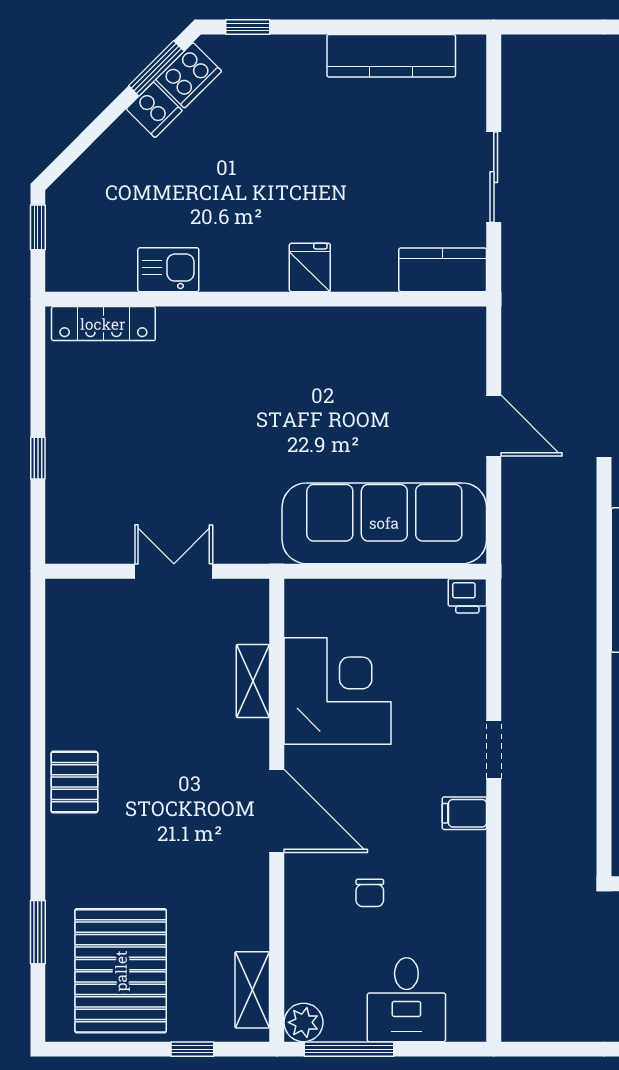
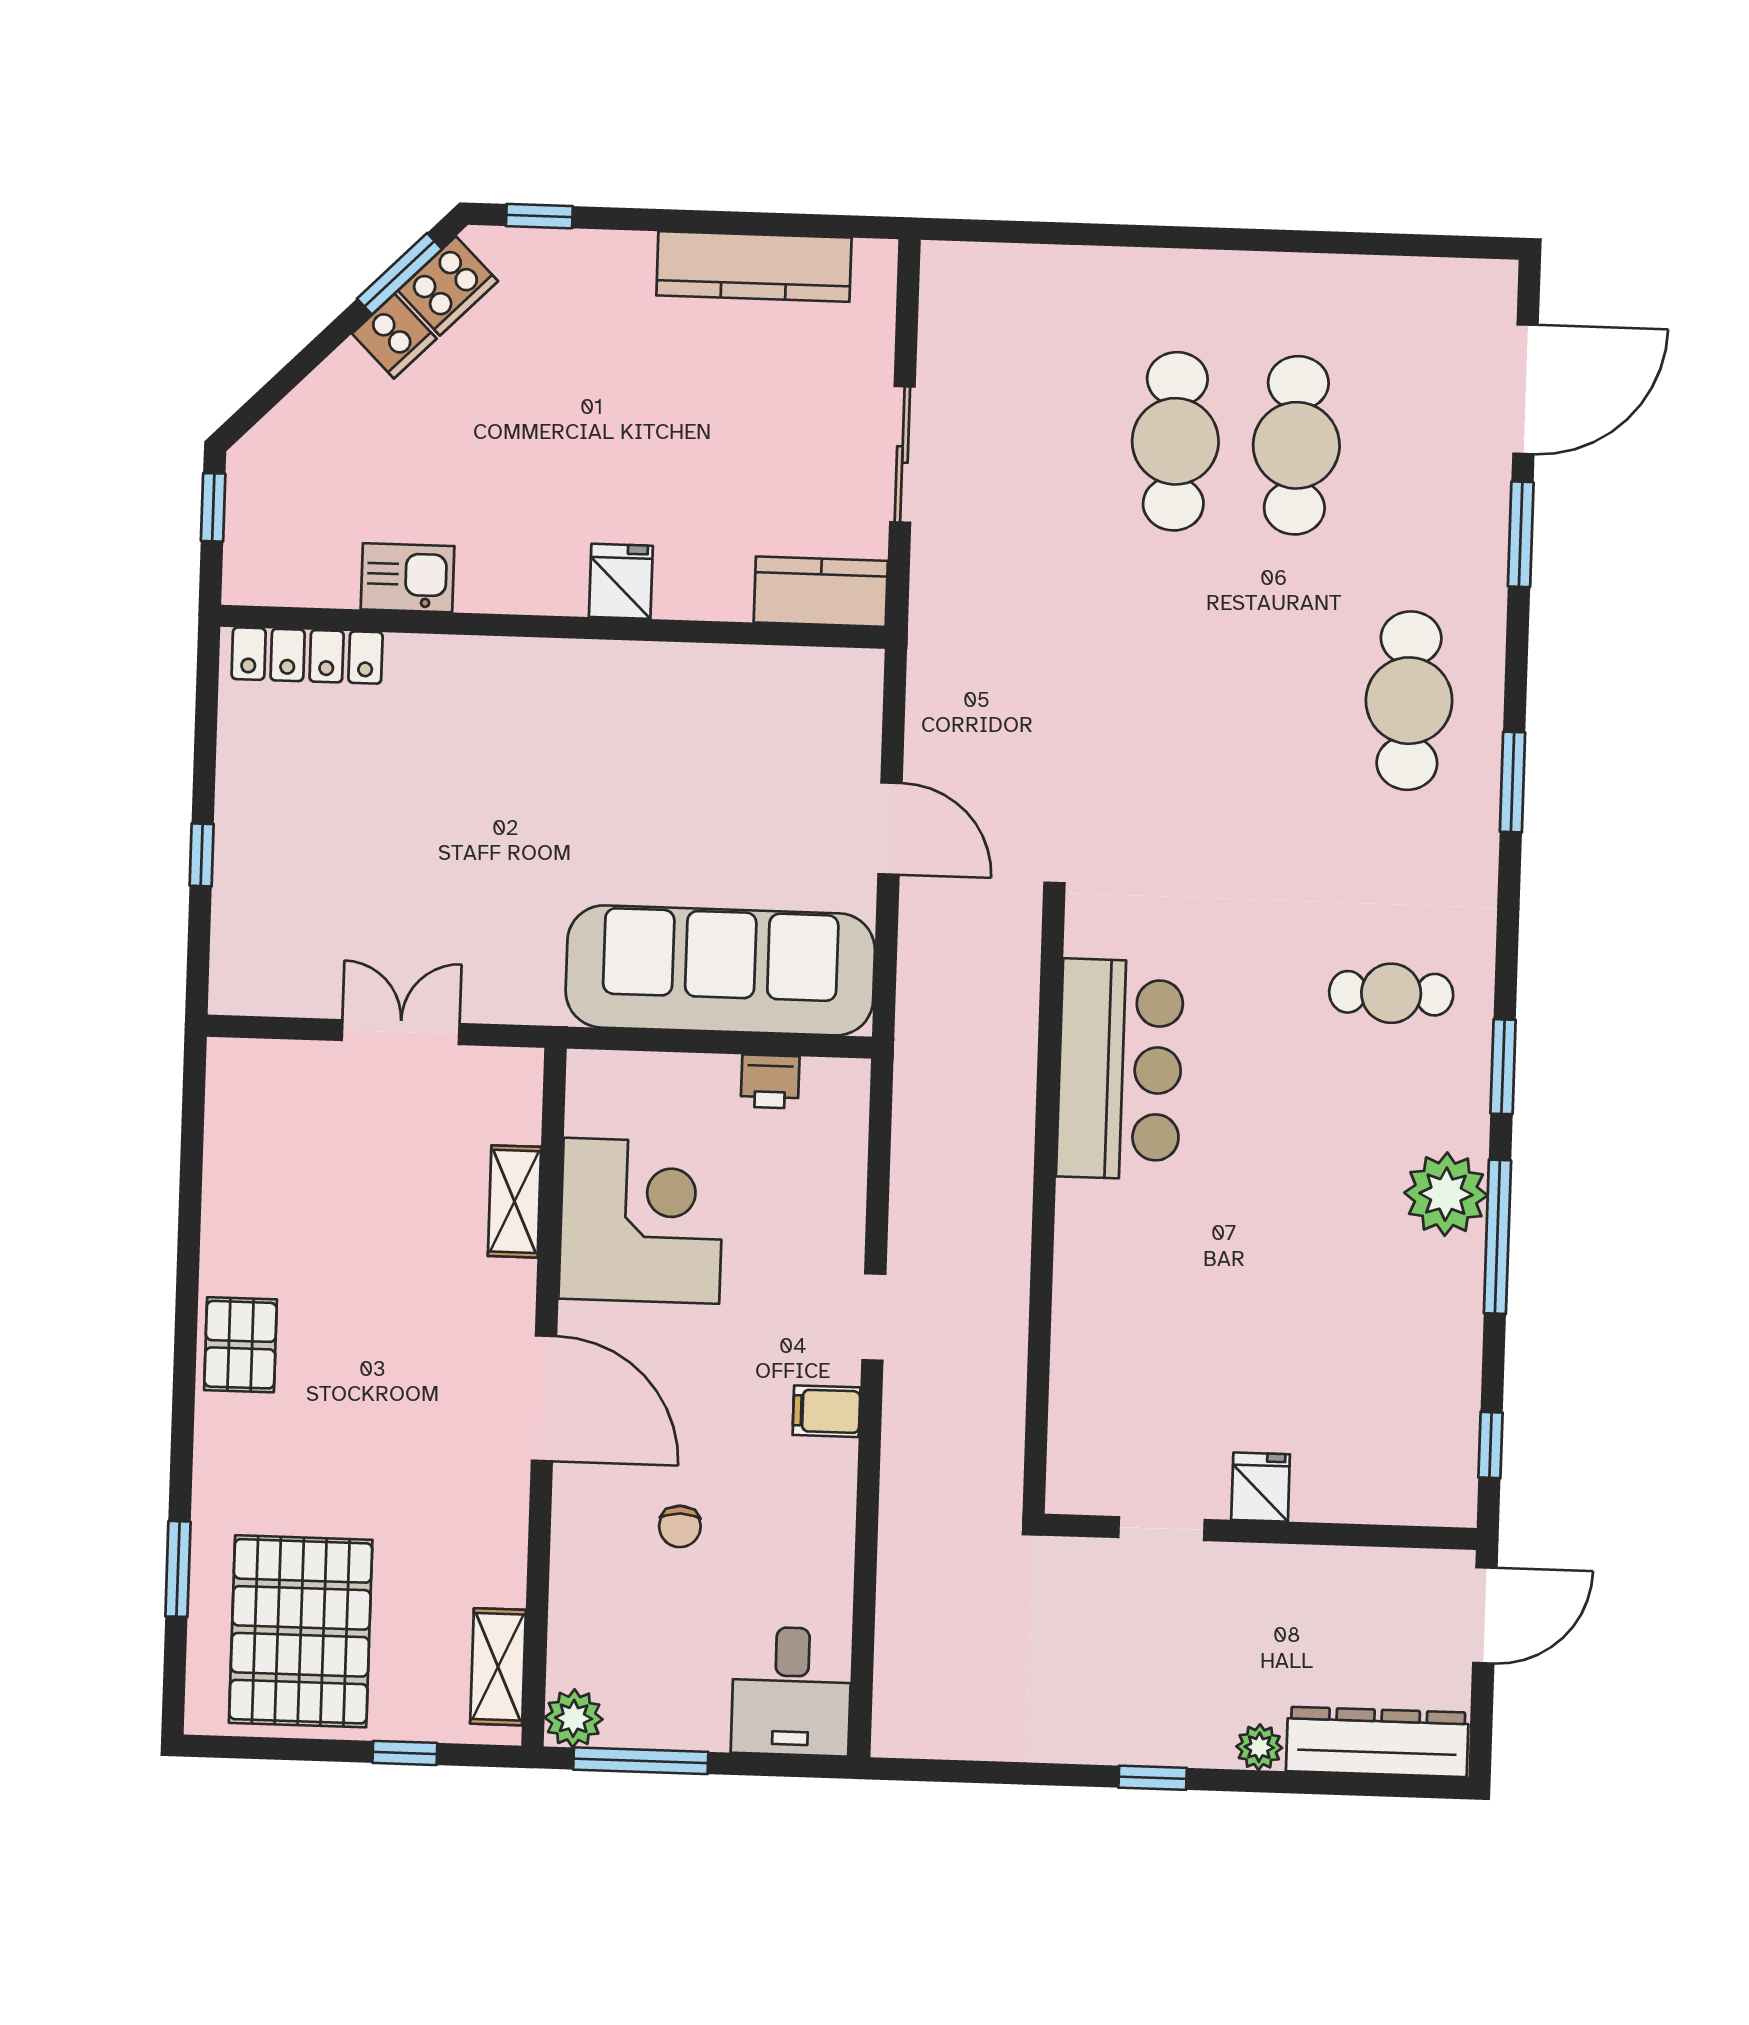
printer: (467, 596) -> (770, 1081), moved
desk: (406, 1000) -> (791, 1691), moved

